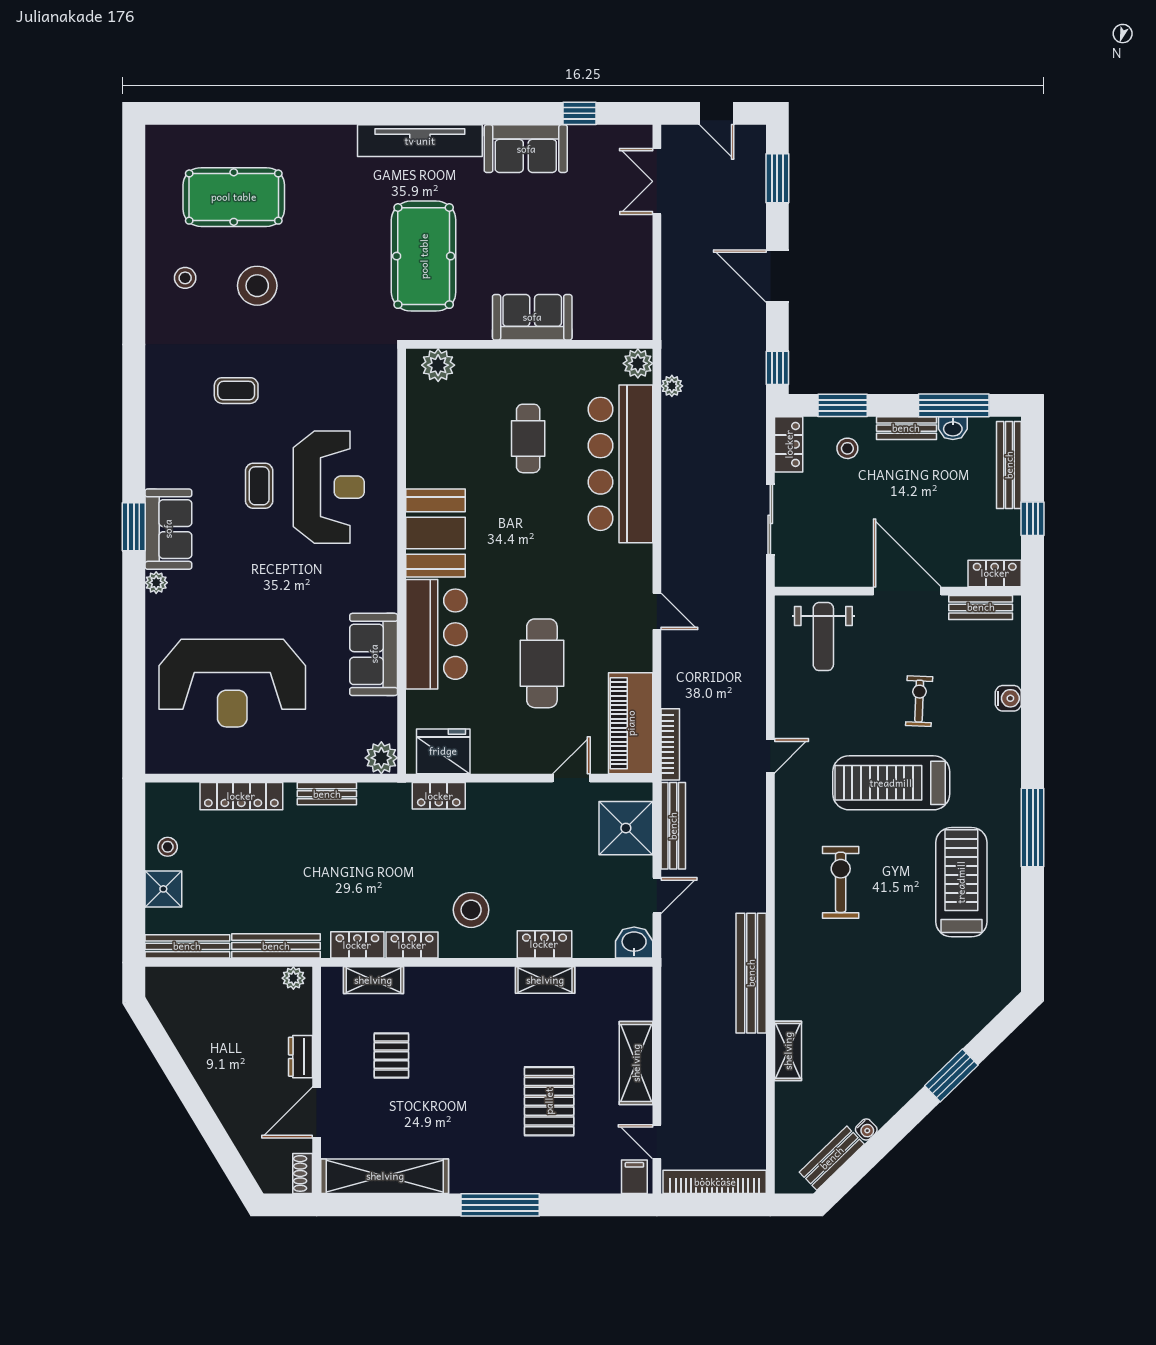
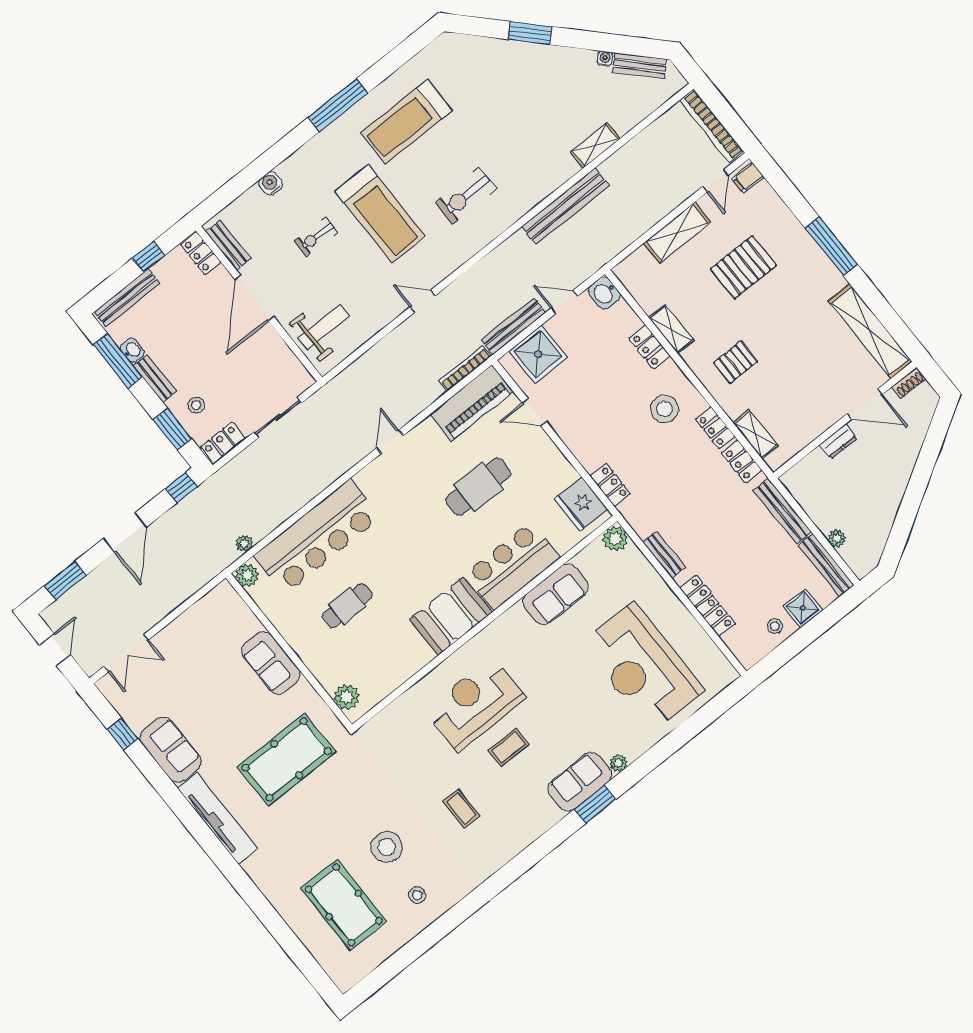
reception desk: (232, 683) -> (643, 667), turned 180
plant: (293, 978) -> (837, 539), moved
pallet: (391, 1055) -> (736, 362), moved

